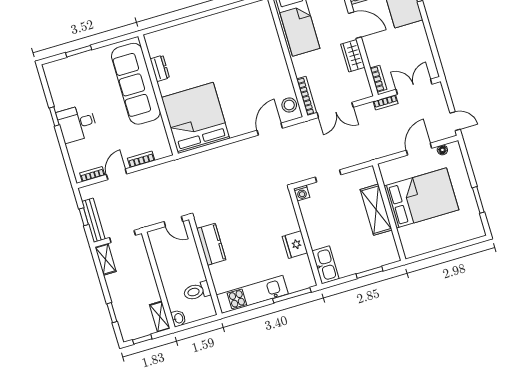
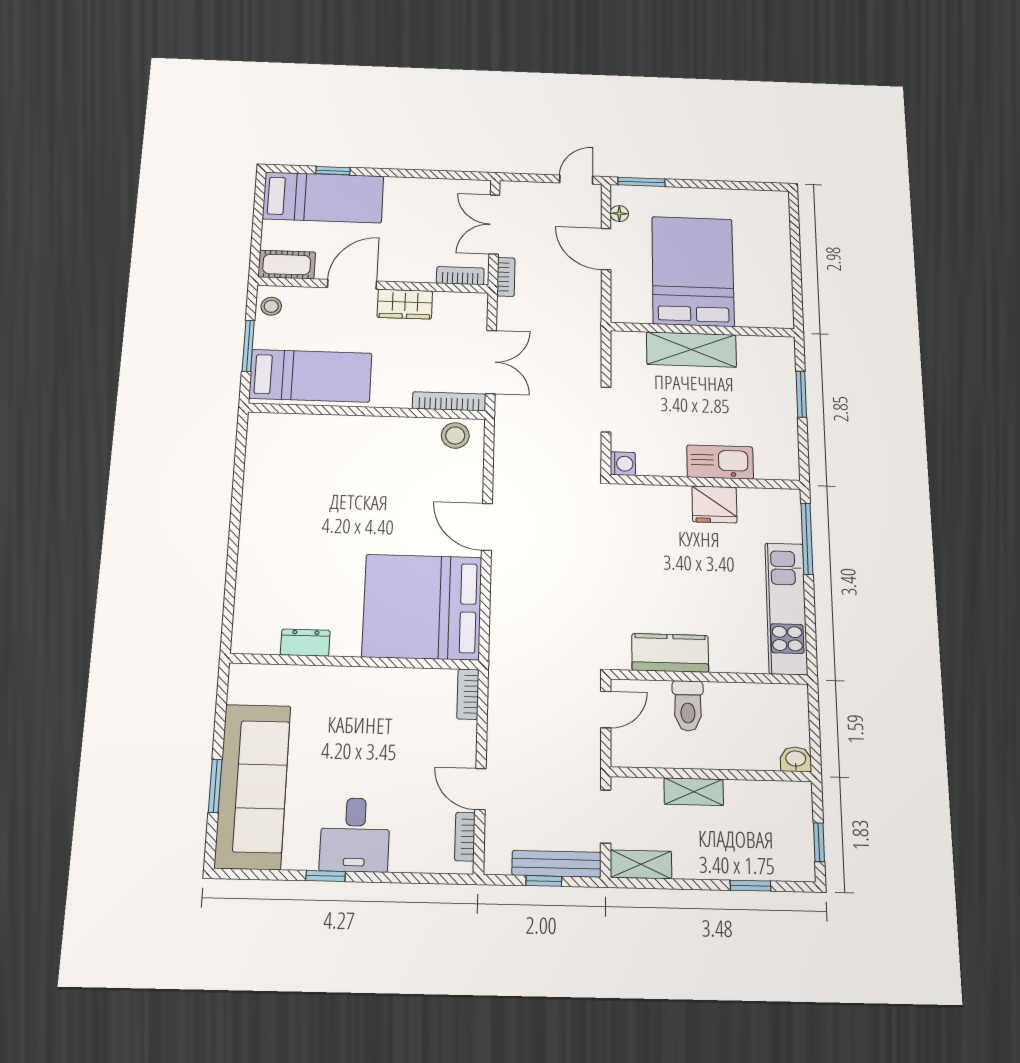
sofa: (136, 84) -> (253, 786), moved, turned -90
door: (270, 129) -> (487, 527), moved
bookcase: (141, 159) -> (468, 694), moved
window: (478, 200) -> (641, 182), moved
kitchen sink: (326, 265) -> (720, 462), moved
toilet: (197, 291) -> (688, 706), moved
shelving: (160, 317) -> (694, 792), moved

